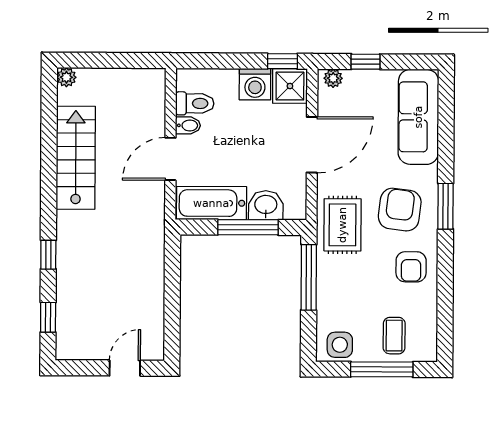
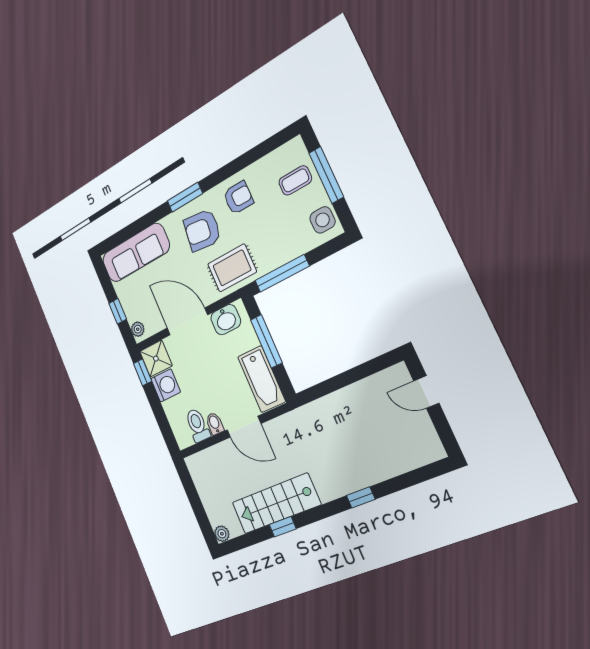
washbasin: (266, 205) -> (226, 320), moved, turned -90
window: (48, 317) -> (283, 527), moved

